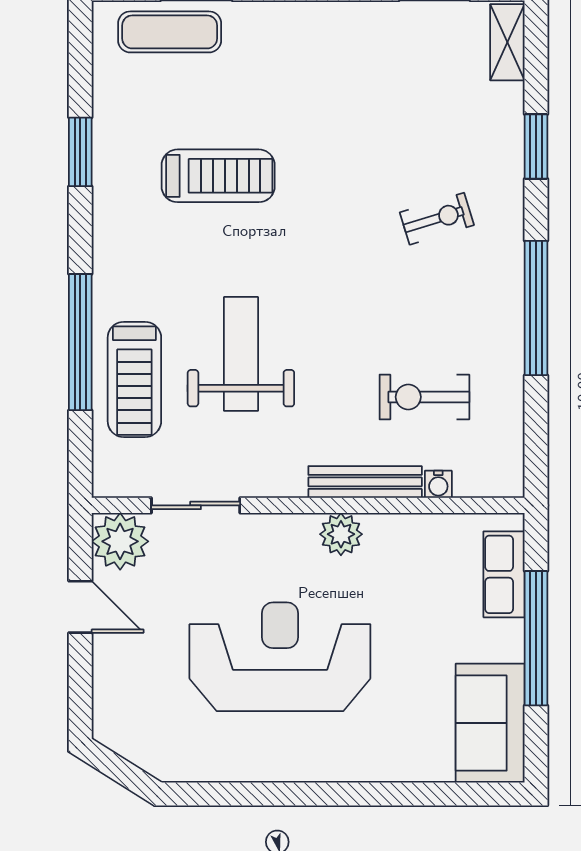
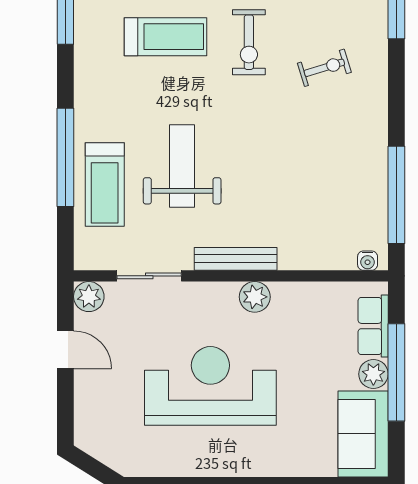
window: (536, 308) -> (396, 195), moved
exercise bike: (424, 397) -> (249, 42), moved, turned -90
bench: (365, 482) -> (236, 259), moved
water cooler: (438, 484) -> (368, 261), moved
plant: (120, 541) -> (89, 297), width x0.73, depth x0.73
plant: (504, 640) -> (373, 374), added

